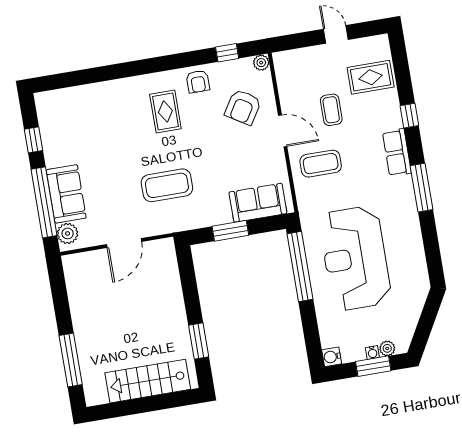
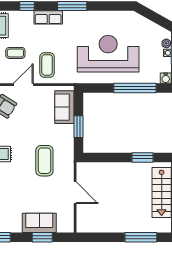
window: (44, 202) -> (42, 237), width x0.47
plant: (68, 233) -> (64, 226), removed
reception desk: (355, 258) -> (108, 54), turned 180
window: (300, 266) -> (135, 88), moved

